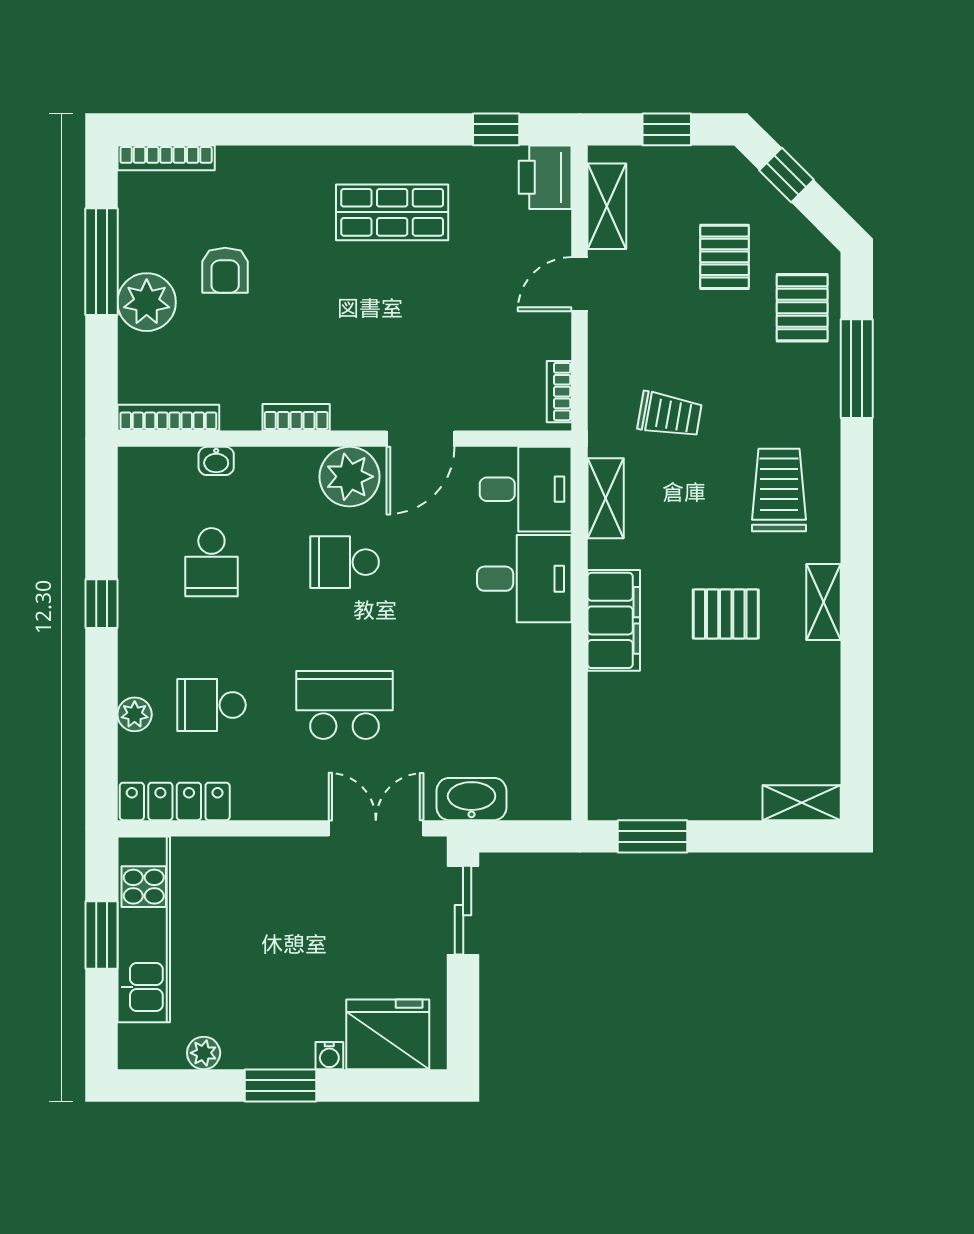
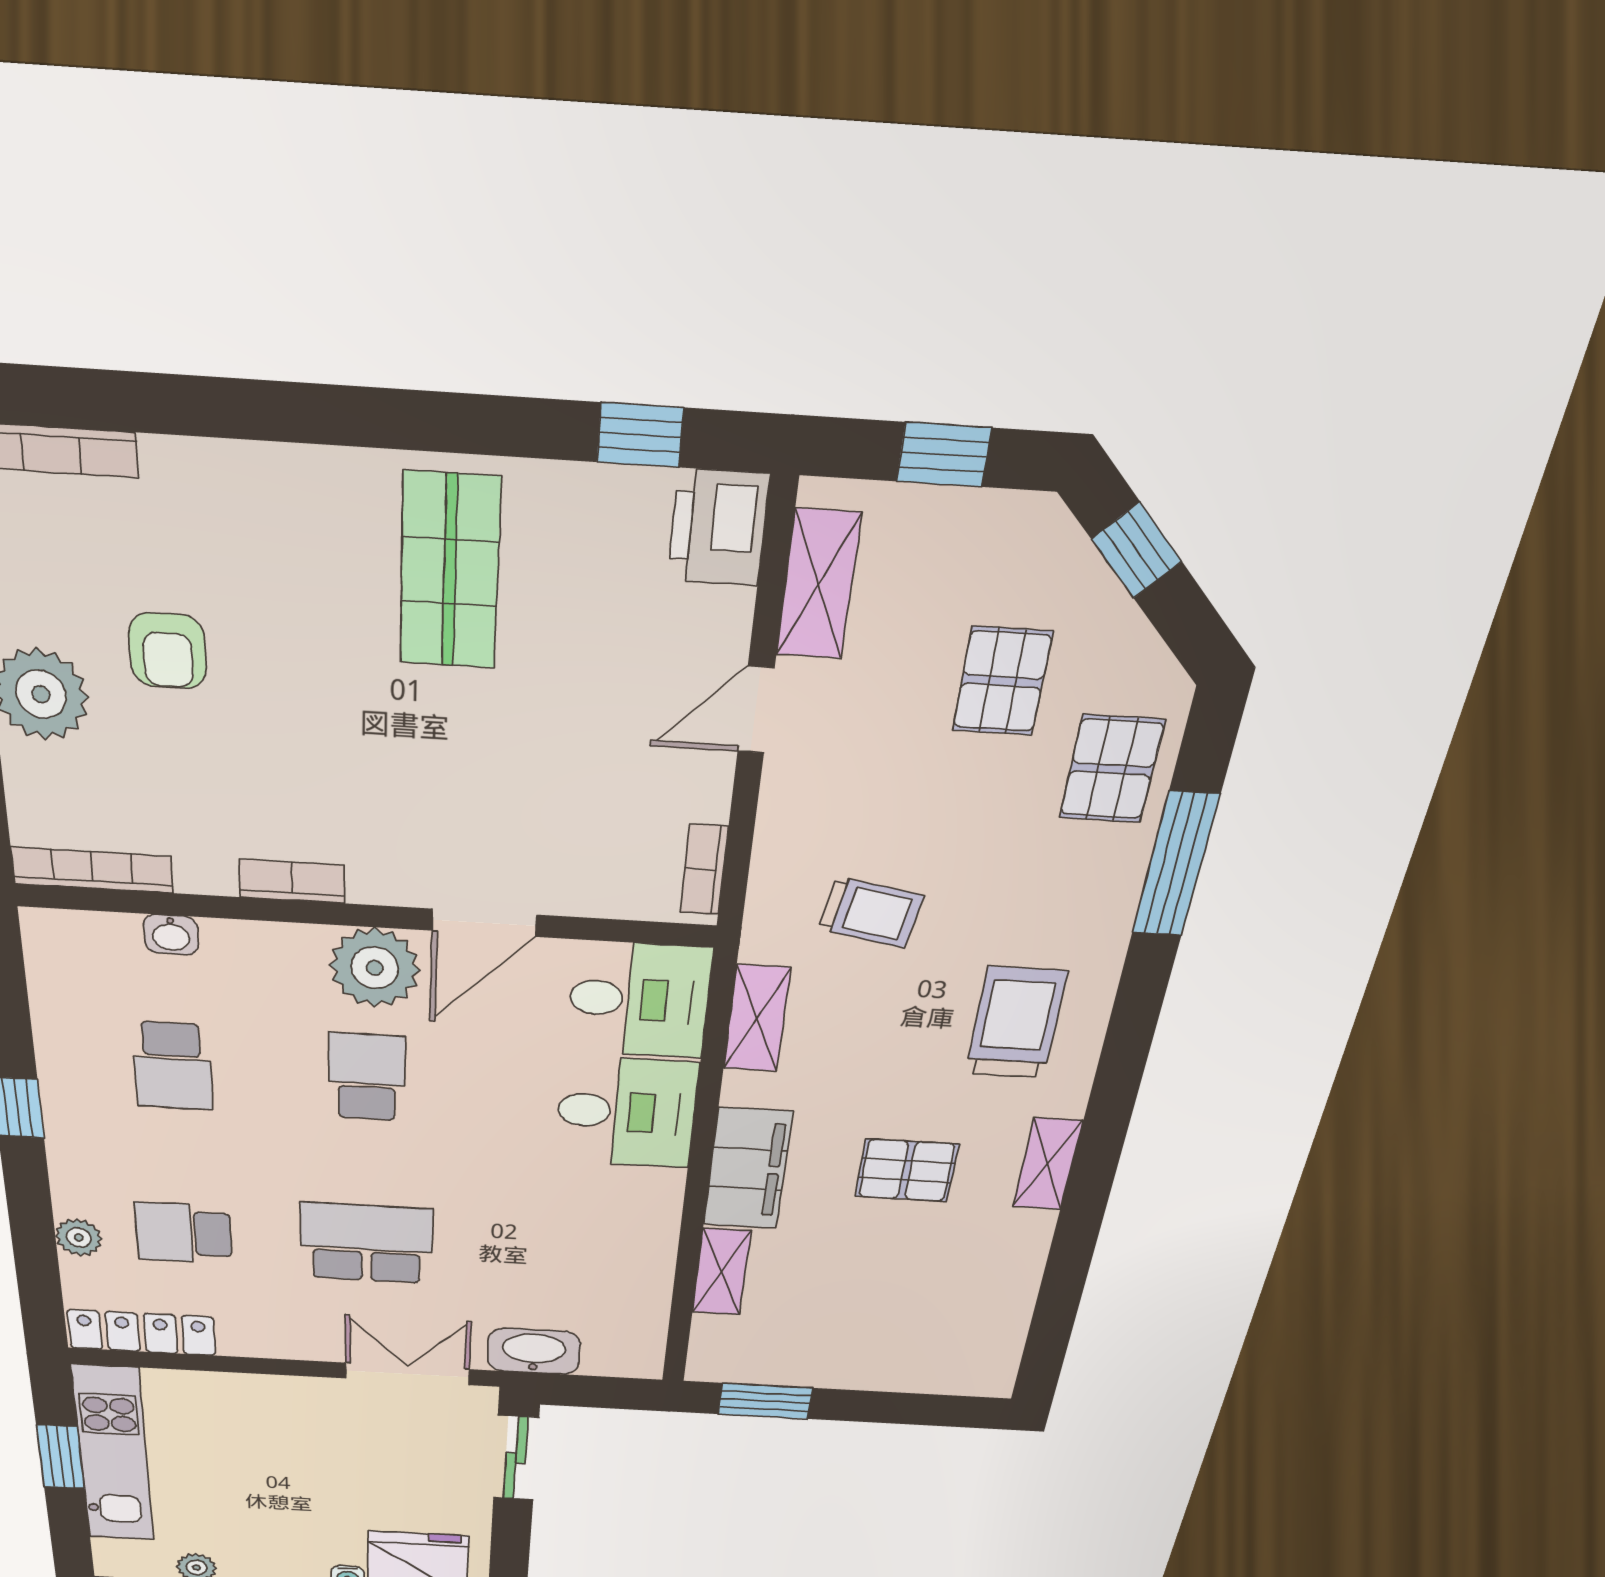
shop shelf: (392, 212) -> (450, 572), turned 90
school desk: (345, 562) -> (367, 1077), turned 90
shelving: (802, 803) -> (721, 1272), moved, turned 90

